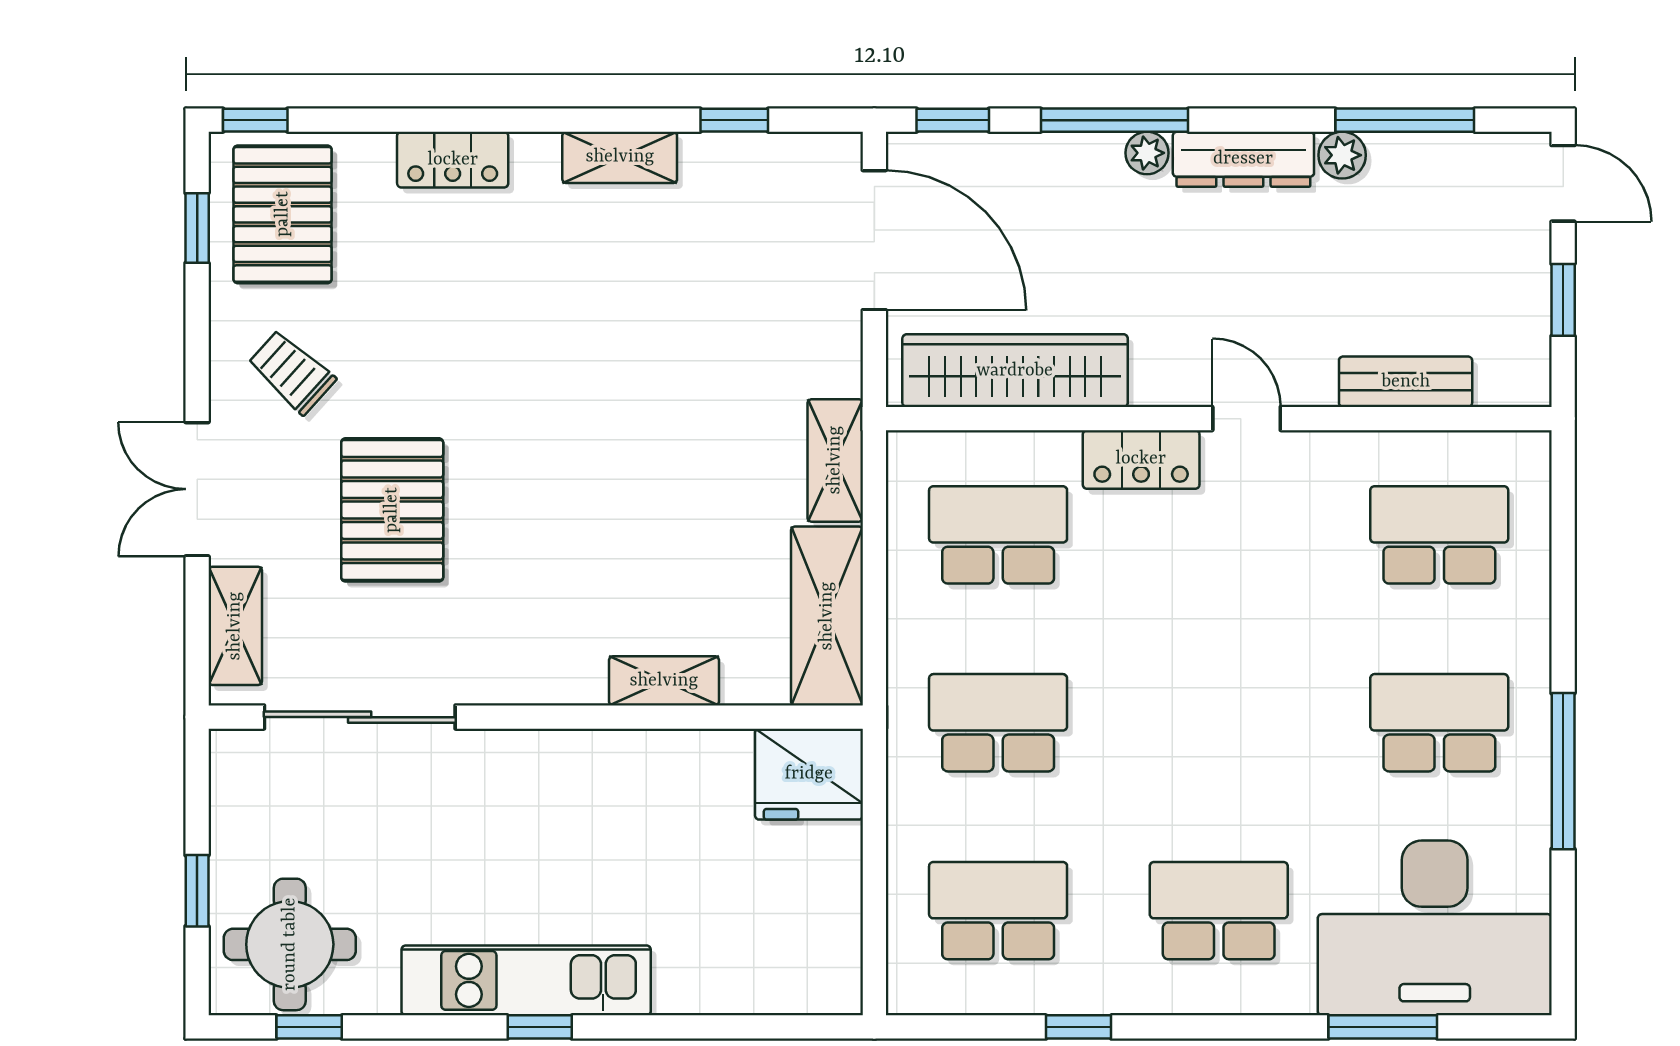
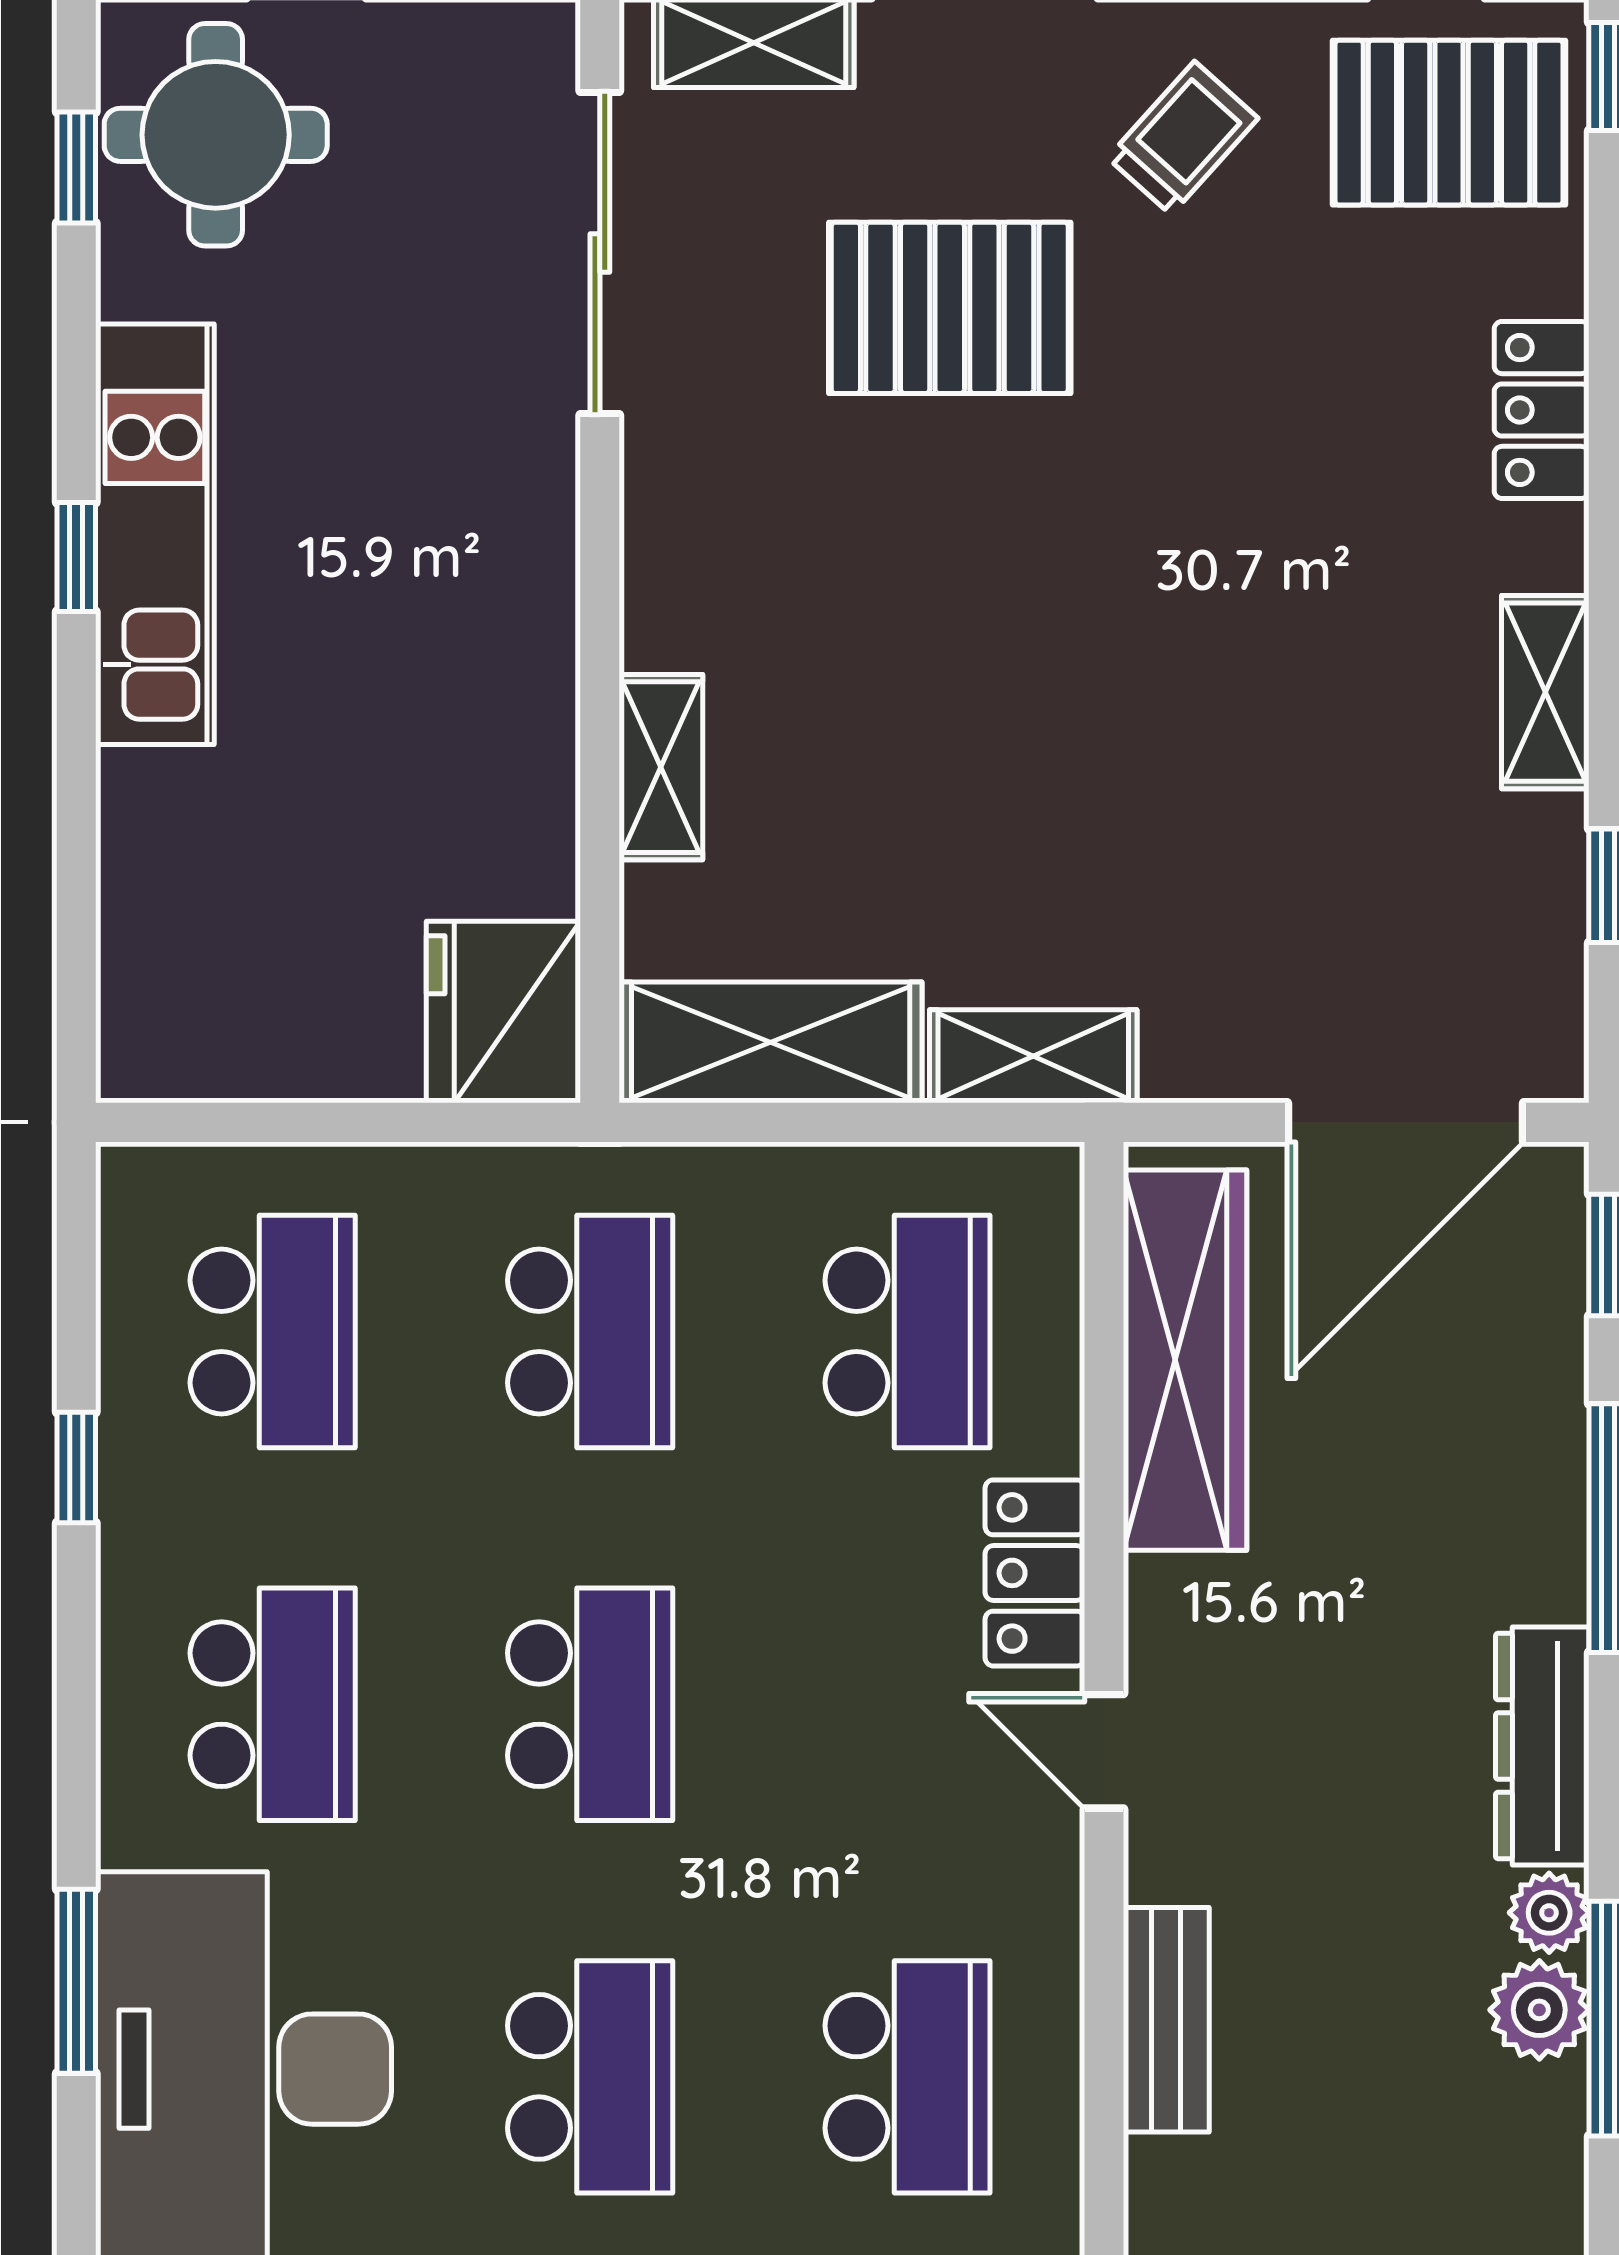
plant: (1147, 153) -> (1539, 2010), moved, width x1.38, depth x1.38
door: (1247, 419) -> (1104, 1751), swing flipped
school desk: (1219, 723) -> (590, 1704), added

